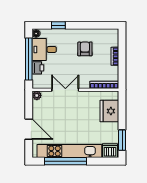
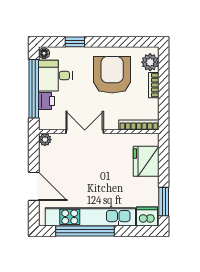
plant: (112, 40) -> (150, 62), added
armchair: (85, 49) -> (112, 75), width x1.88, depth x1.88

